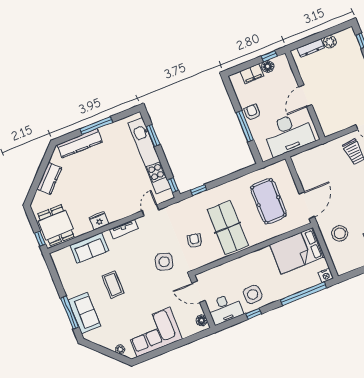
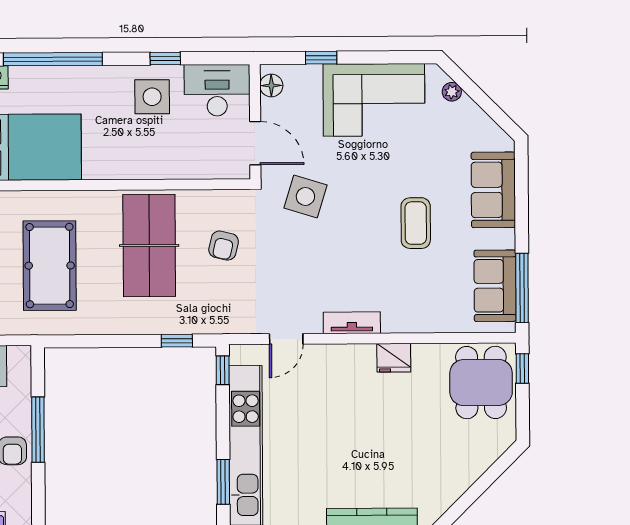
kitchen counter: (49, 178) -> (458, 478), removed
sofa: (89, 248) -> (495, 286), moved, turned -90
side table: (164, 262) -> (305, 196), moved
window: (70, 313) -> (522, 288), moved
window: (184, 342) -> (321, 58), added

